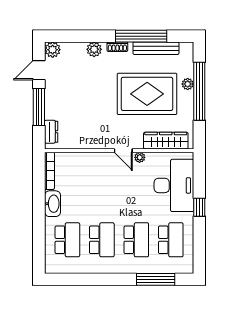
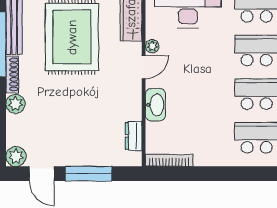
shoe rack: (117, 47) -> (12, 74), width x1.43
dresser: (51, 132) -> (134, 136), moved, turned -90
washbasin: (53, 204) -> (155, 105), moved, turned 90

